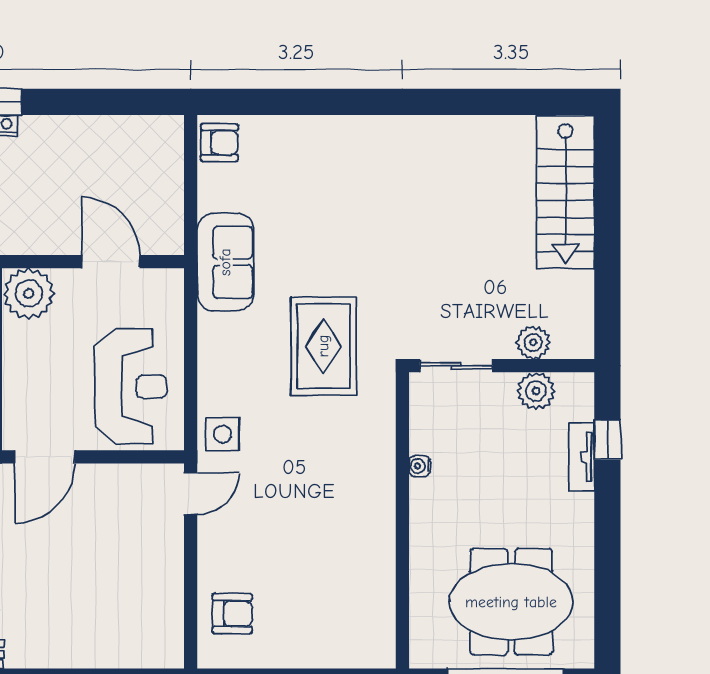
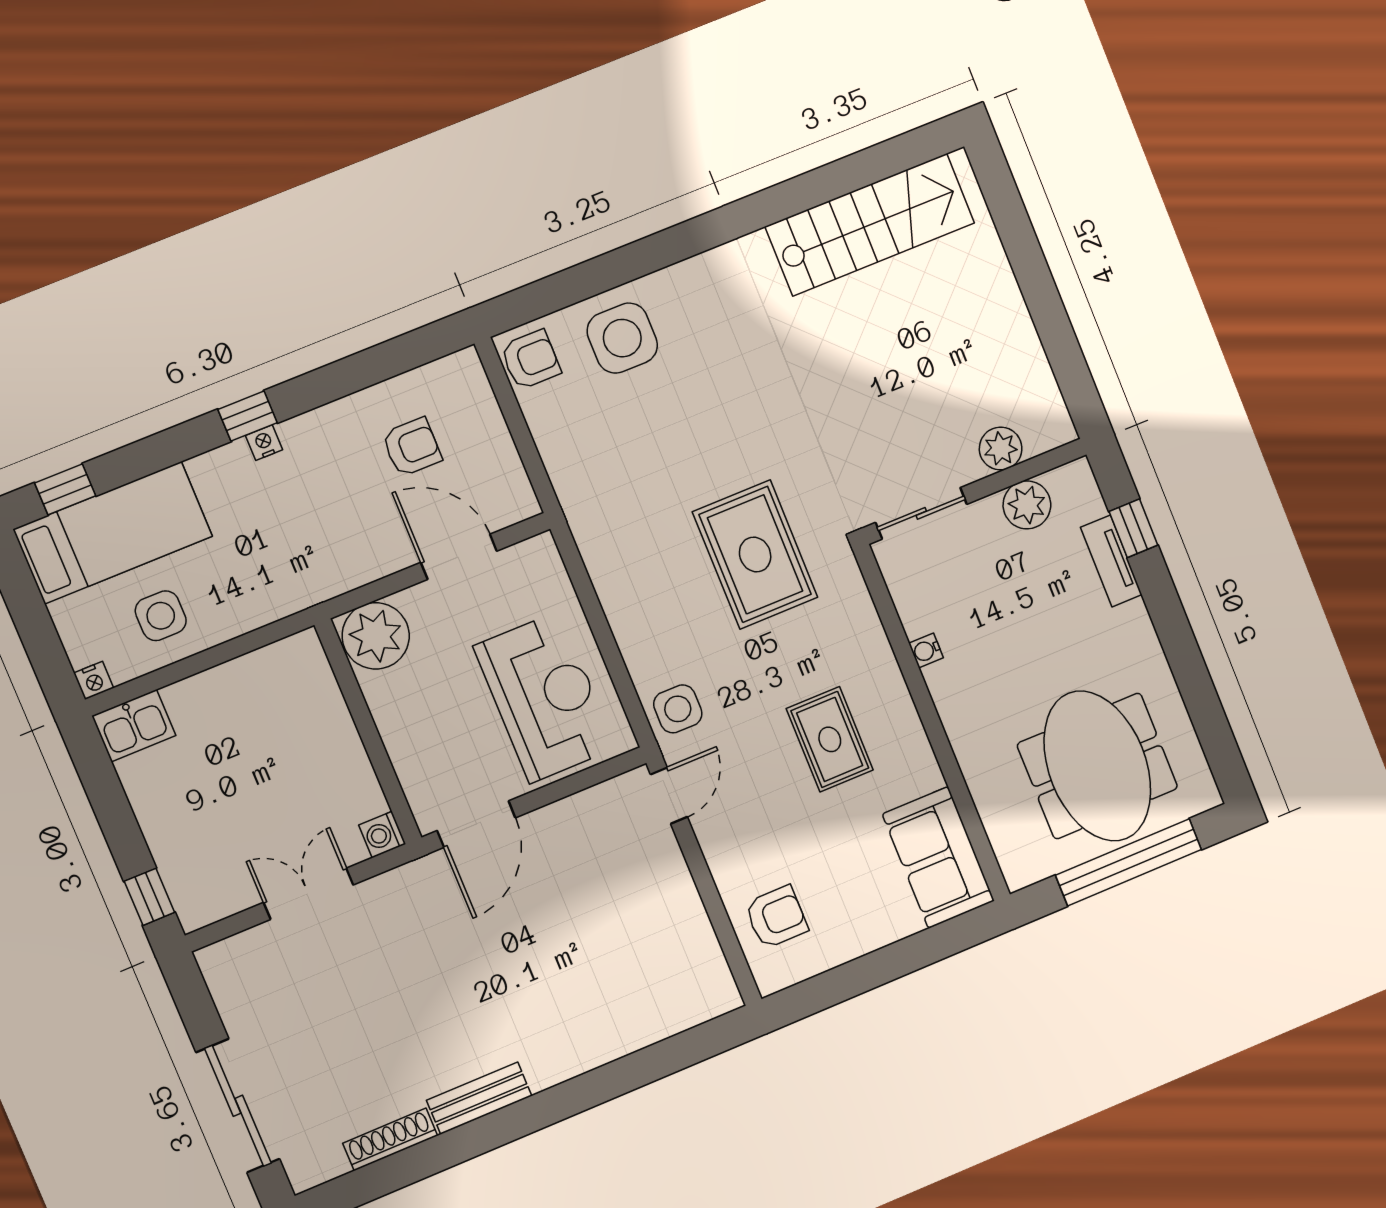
side table: (291, 153) -> (622, 338), added
armchair: (109, 170) -> (412, 447), added
stairs: (566, 192) -> (870, 225), moved, turned -90
sofa: (225, 262) -> (938, 857), moved, turned 180
rug: (323, 501) -> (830, 739), added
meeting table: (511, 602) -> (1097, 766), turned 90

